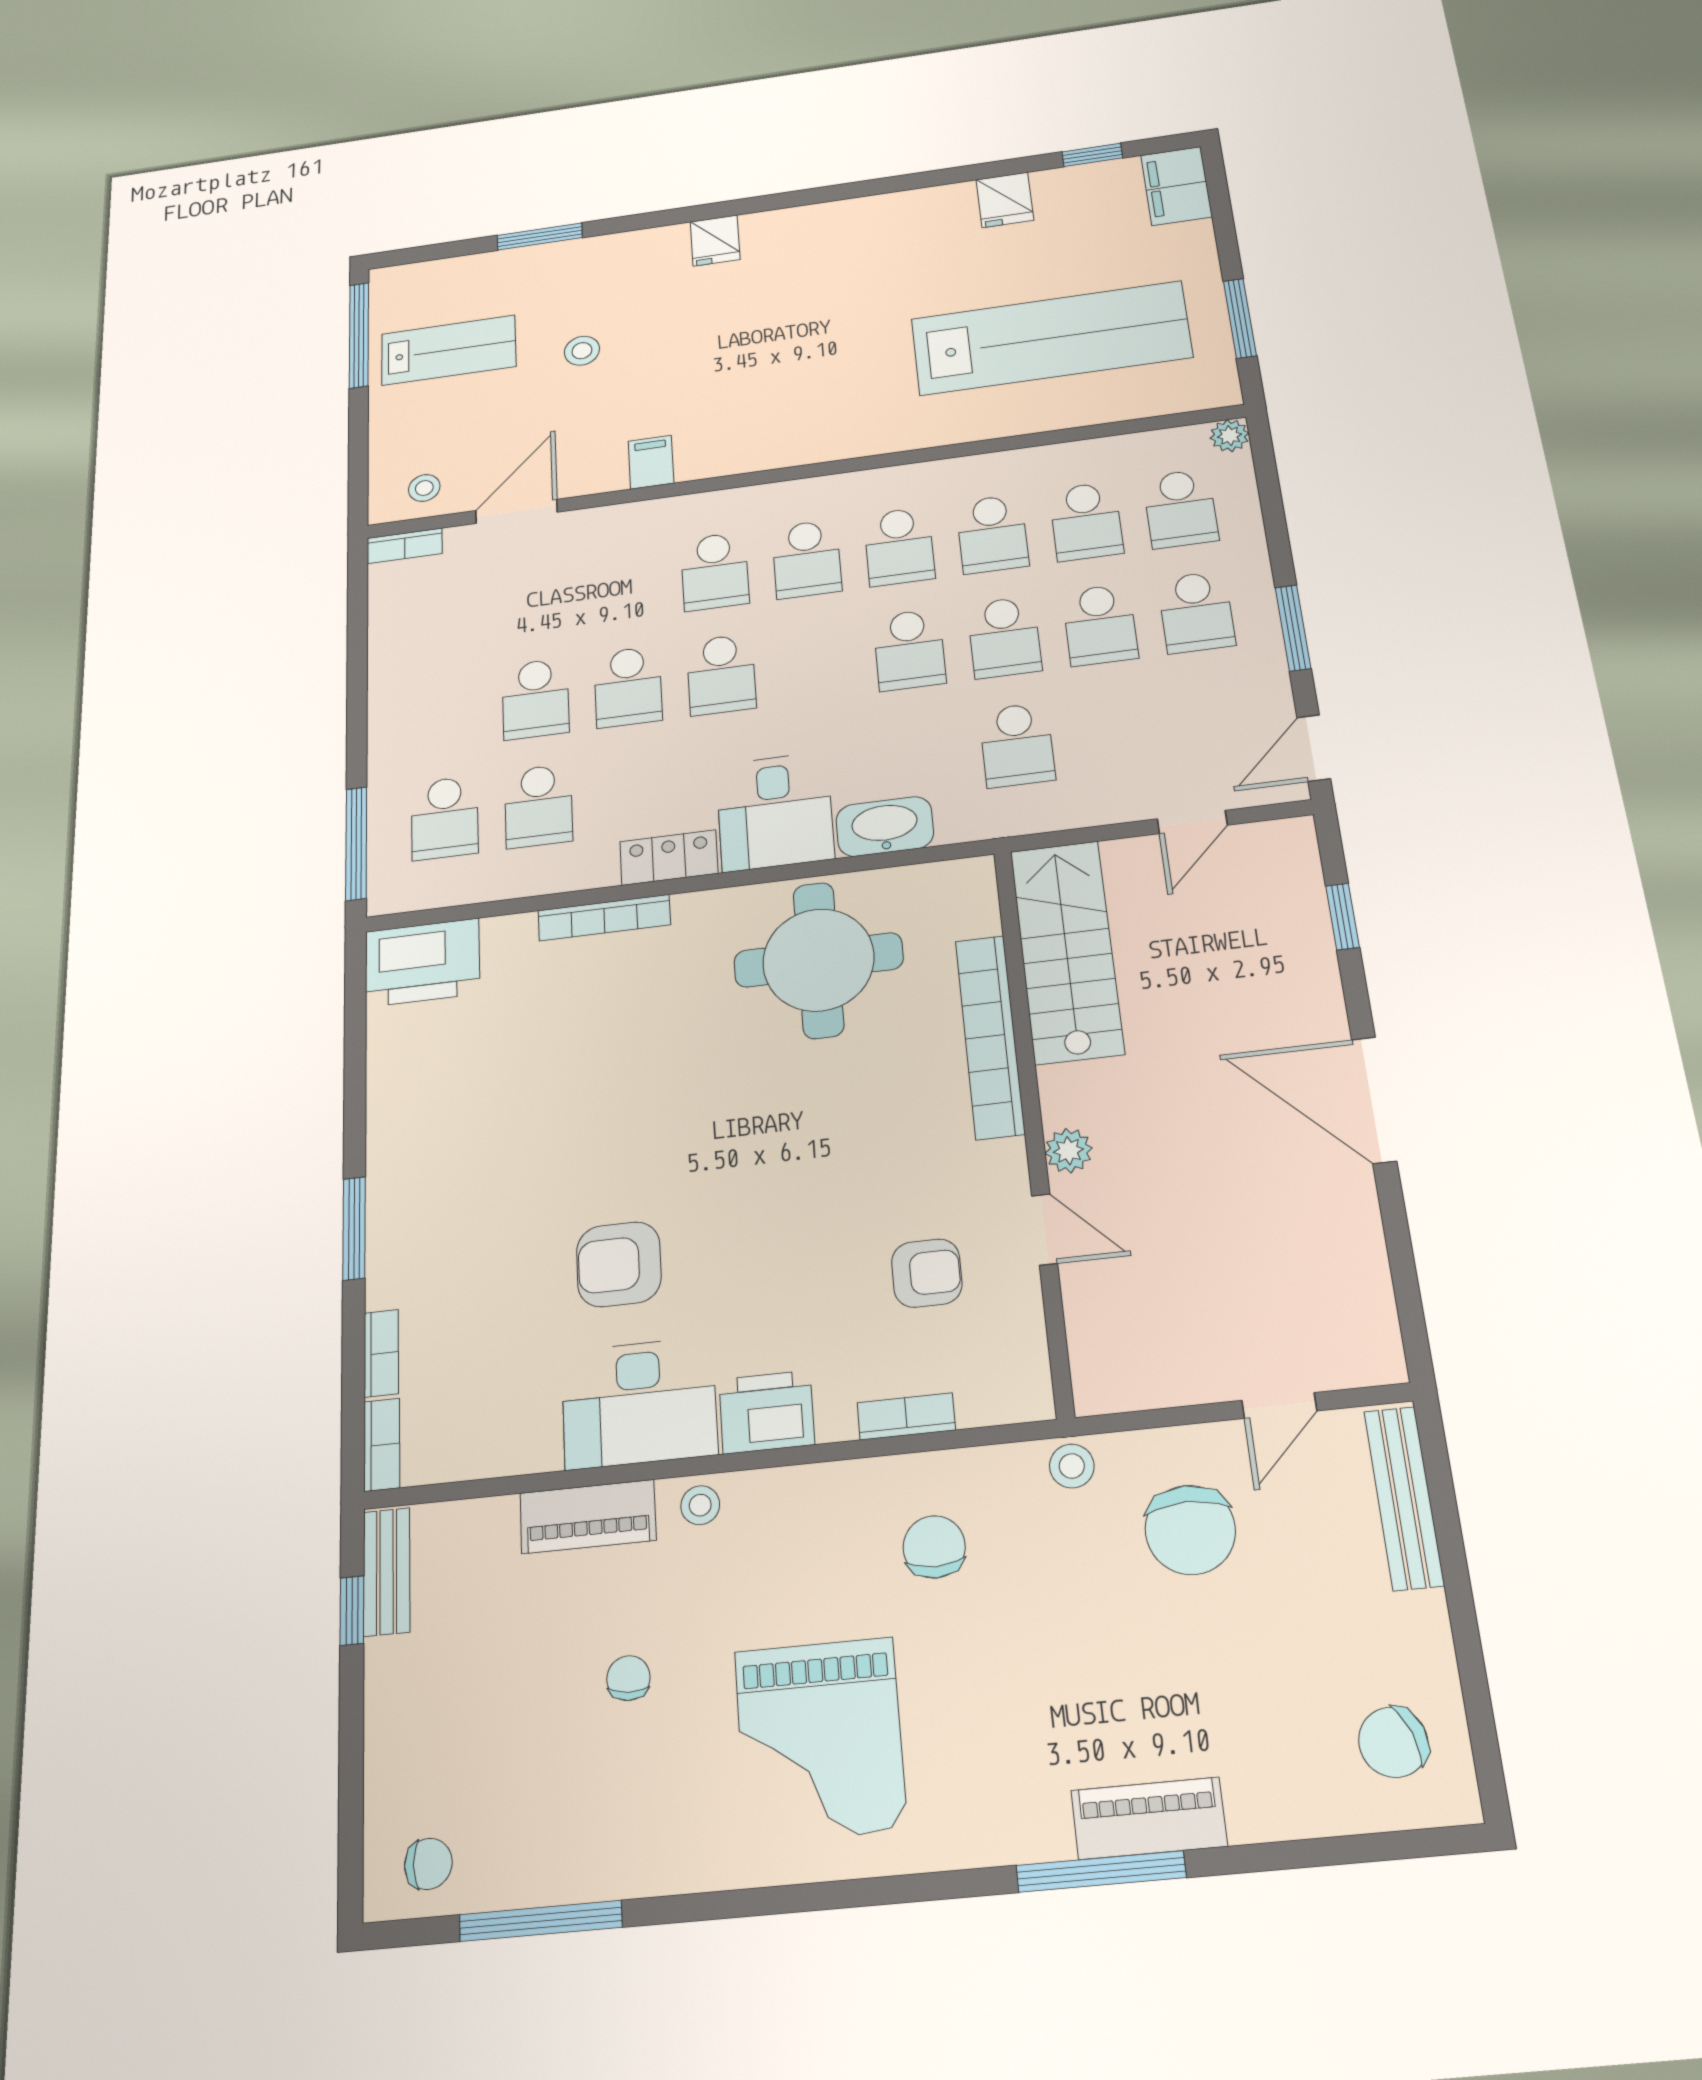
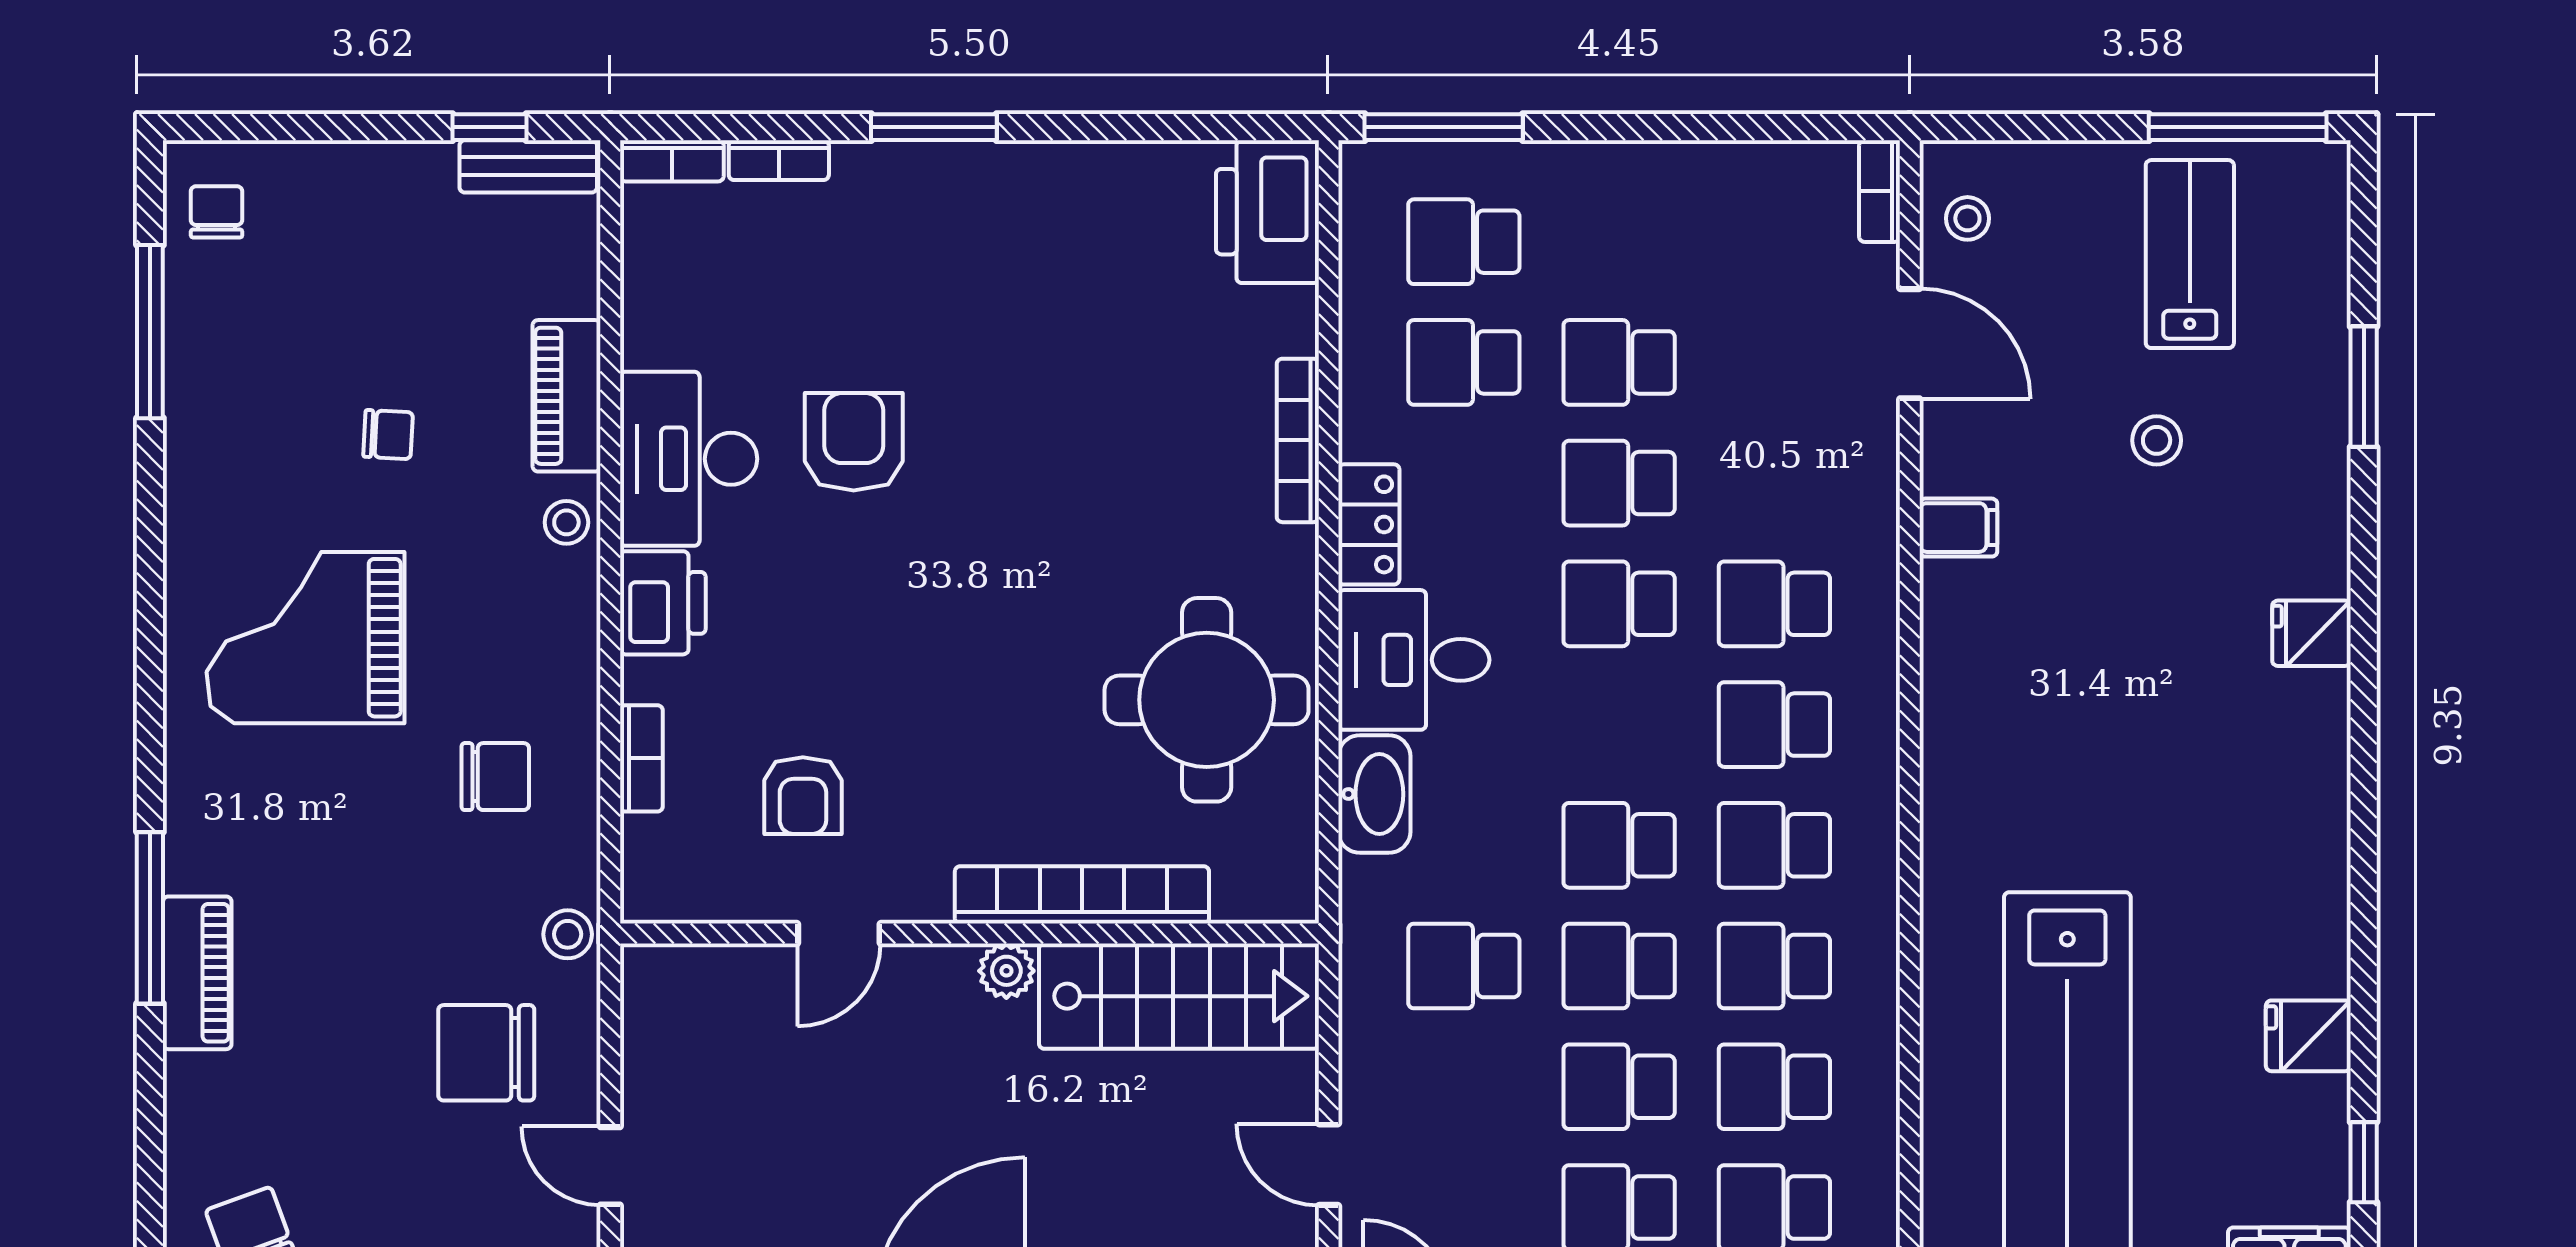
lab bench: (449, 350) -> (2190, 254), turned 180
plant: (1068, 1151) -> (1006, 971), moved
chair: (428, 1864) -> (217, 212), turned 180

